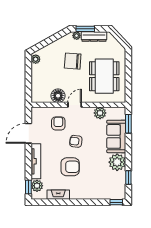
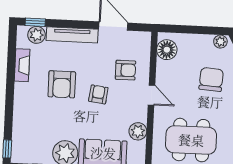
chair: (73, 61) -> (211, 79), moved
floor lamp: (58, 96) -> (167, 50), moved

